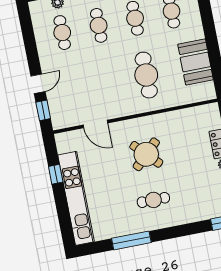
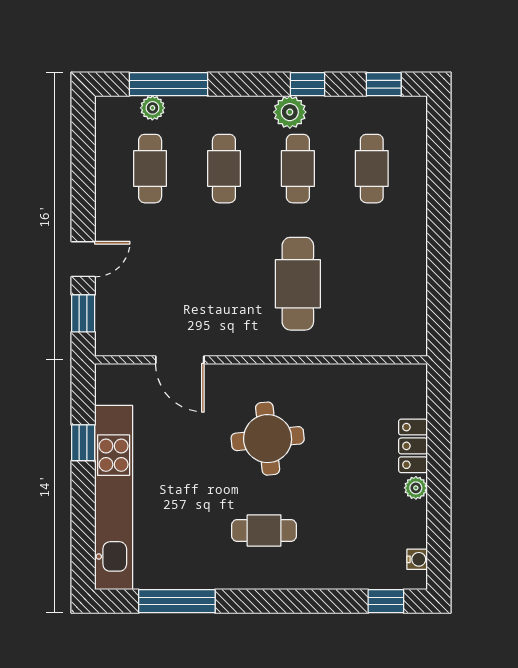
booth: (196, 62) -> (399, 277), removed
round table: (146, 154) -> (268, 439), turned 38
window: (131, 240) -> (177, 601), moved

